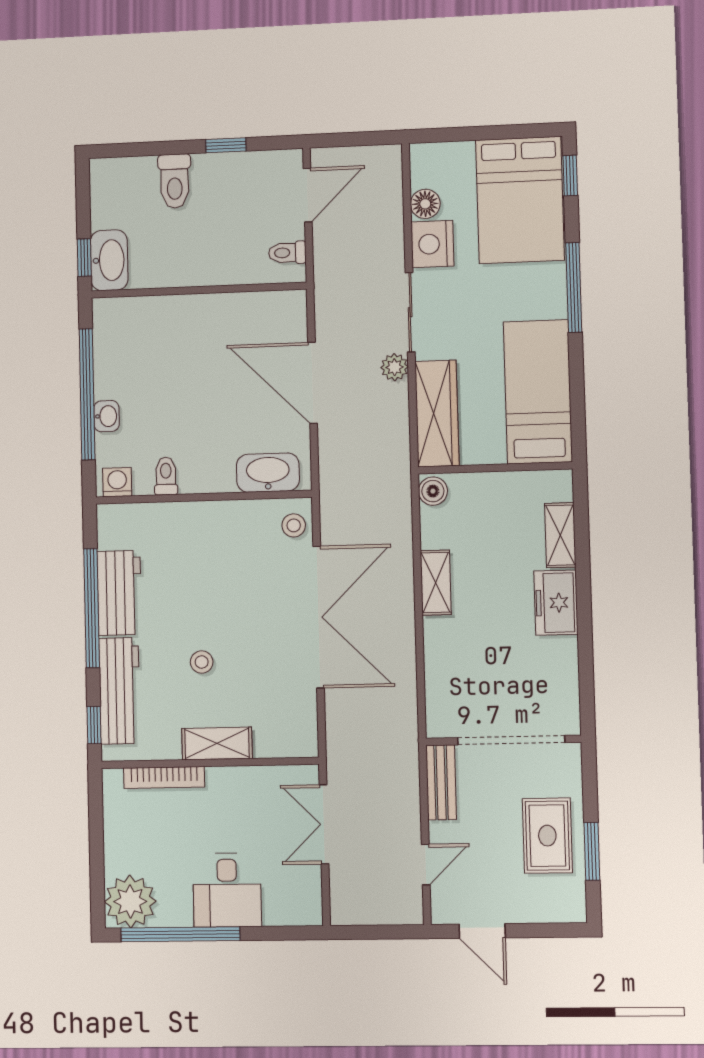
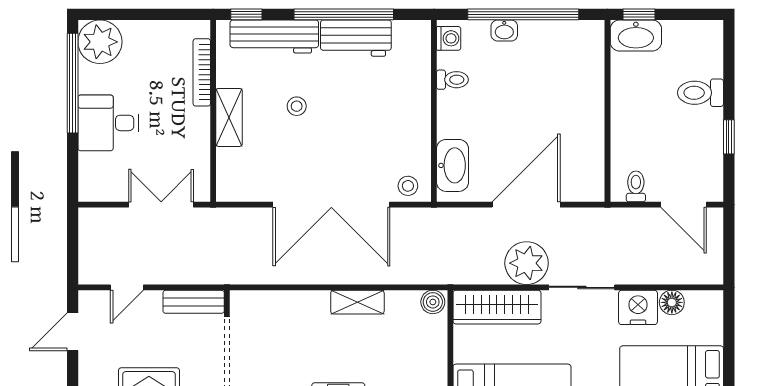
plant: (394, 367) -> (527, 263), width x1.88, depth x1.88
door: (426, 865) -> (127, 287), hinge flipped

